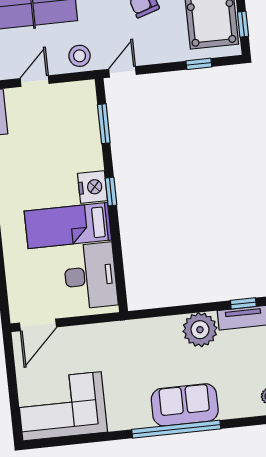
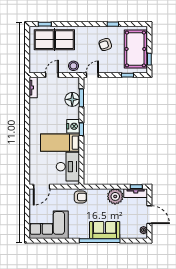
floor lamp: (84, 129) -> (72, 99), added
armchair: (125, 339) -> (80, 197), added

